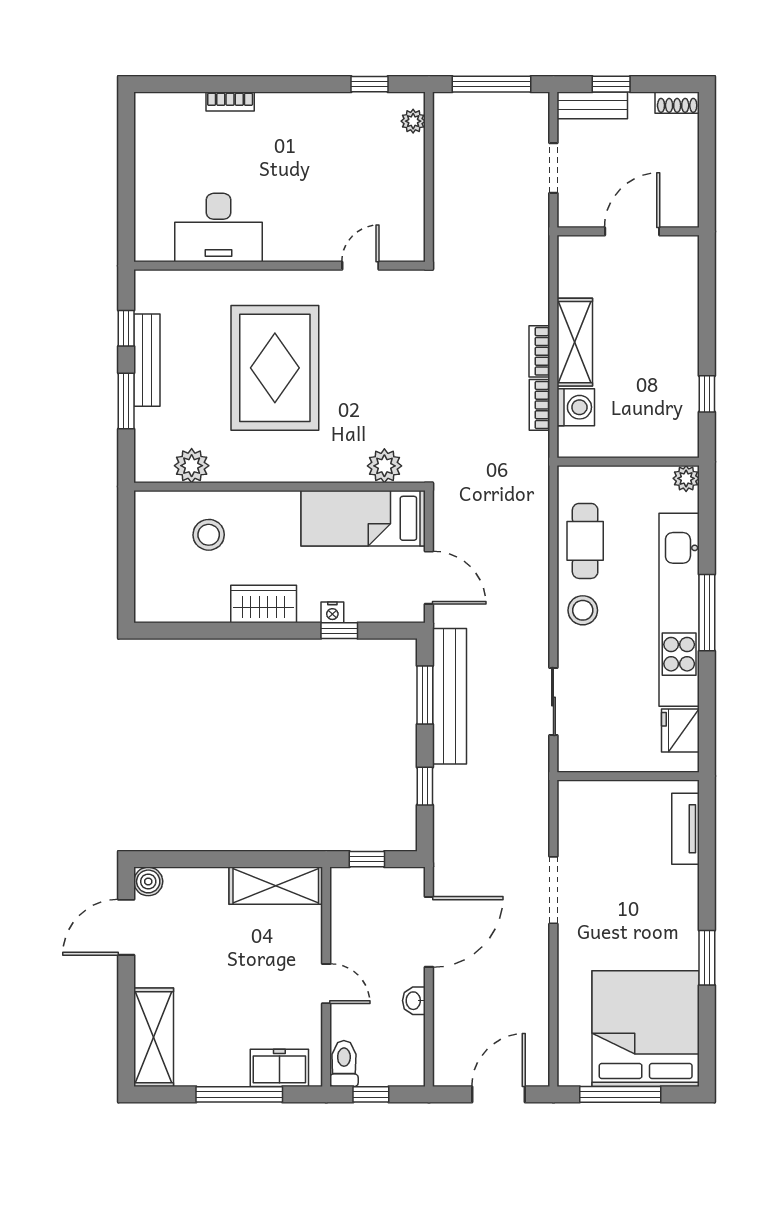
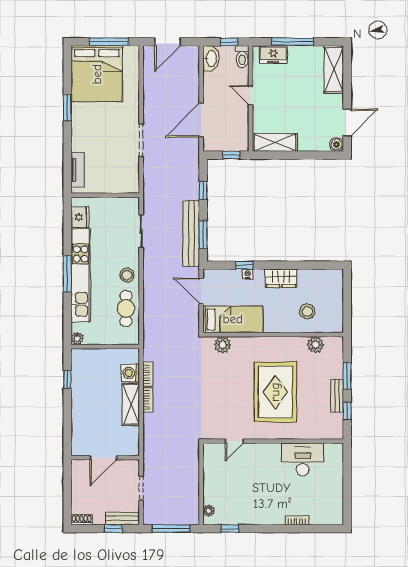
bench: (147, 360) -> (337, 396), width x0.73
washbasin: (414, 1001) -> (211, 58), moved, width x1.91, depth x1.45

